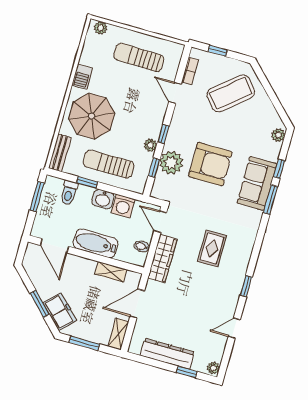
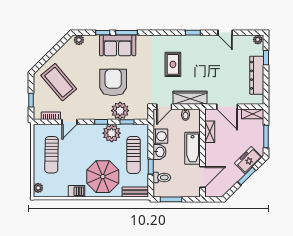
plant: (150, 145) -> (112, 133), width x1.87, depth x1.87
rug: (212, 248) -> (173, 64), turned 90

